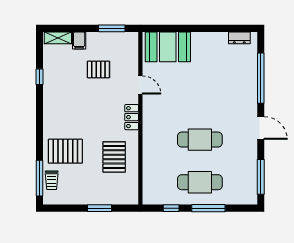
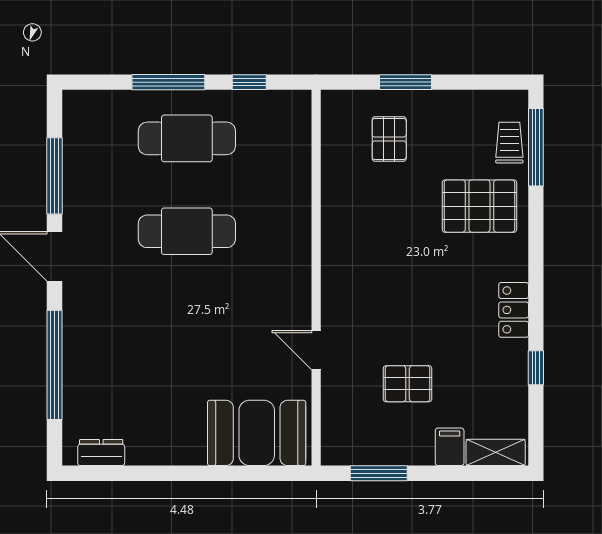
locker: (132, 117) -> (514, 310), moved, turned 180
pallet: (114, 157) -> (389, 139), moved, width x0.67, depth x0.71
window: (261, 177) -> (54, 176), moved

